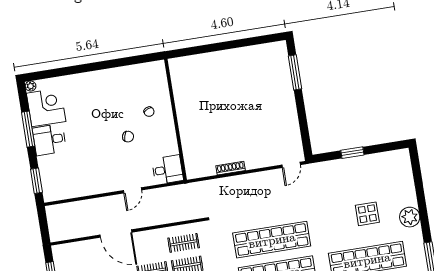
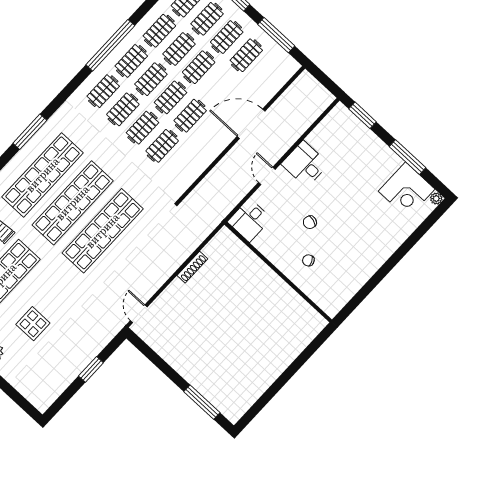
desk: (49, 140) -> (305, 164), moved, turned -90
clothes rail: (184, 243) -> (182, 164), removed

